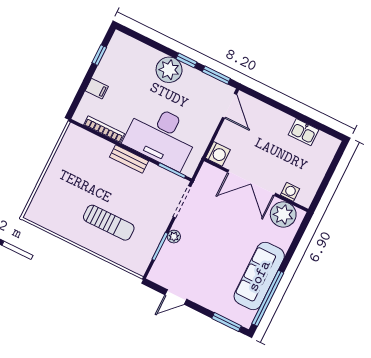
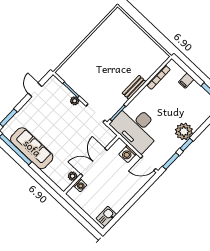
kitchen sink: (304, 132) -> (106, 216), moved
desk: (161, 136) -> (136, 127), moved, turned -90
washing machine: (218, 154) -> (128, 154), moved
plant: (283, 214) -> (73, 176), width x0.53, depth x0.53
sun lounger: (109, 223) -> (97, 61), removed

